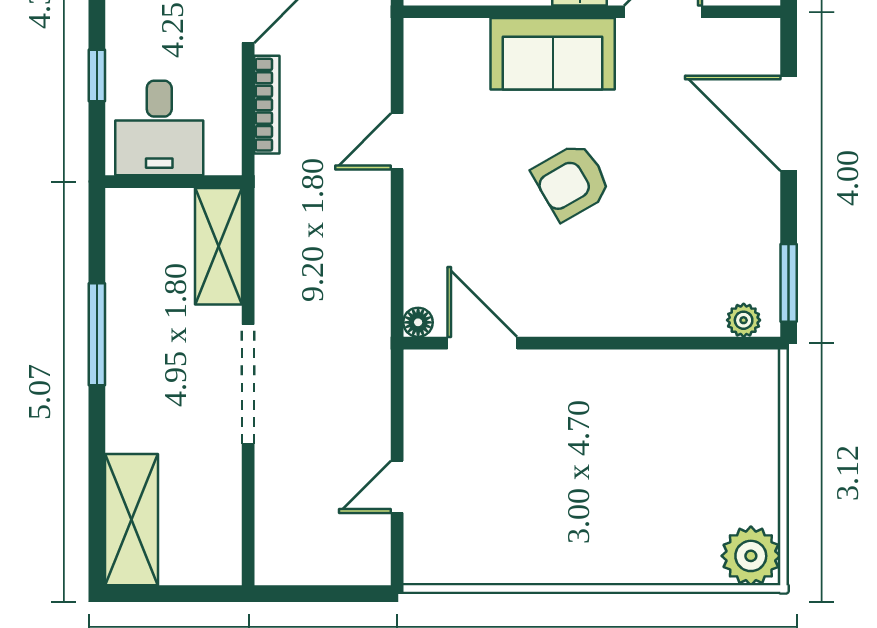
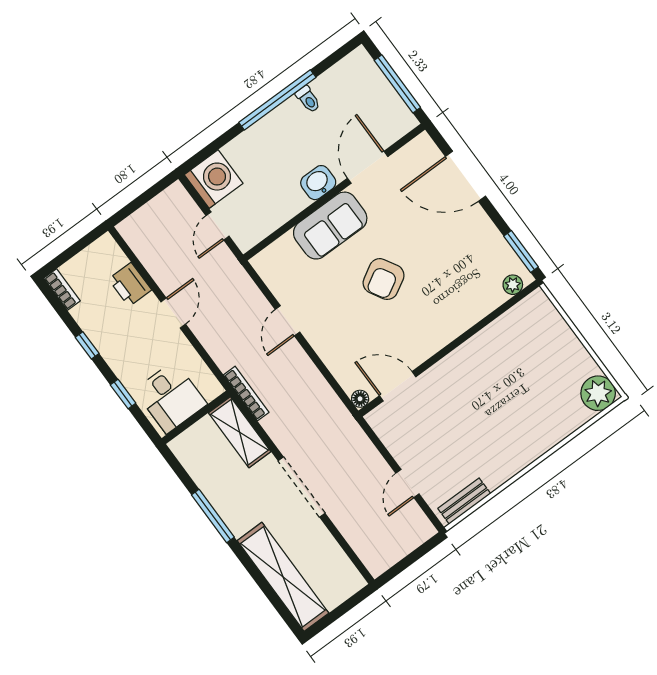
bookcase: (267, 105) -> (246, 394), moved
shelving: (132, 520) -> (283, 577), width x1.47
bench: (458, 569) -> (464, 501), added

